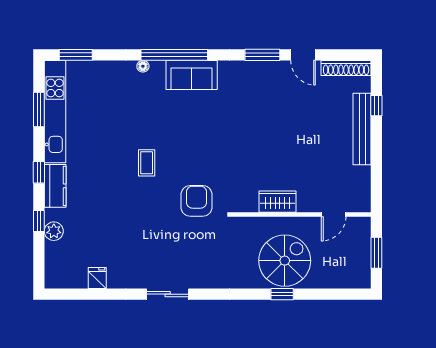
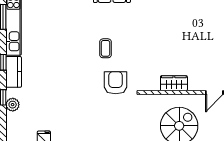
coffee table: (147, 163) -> (106, 48), moved

